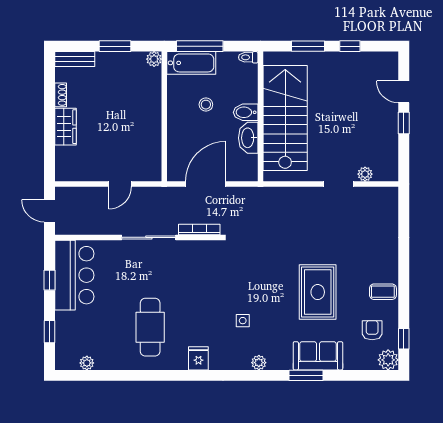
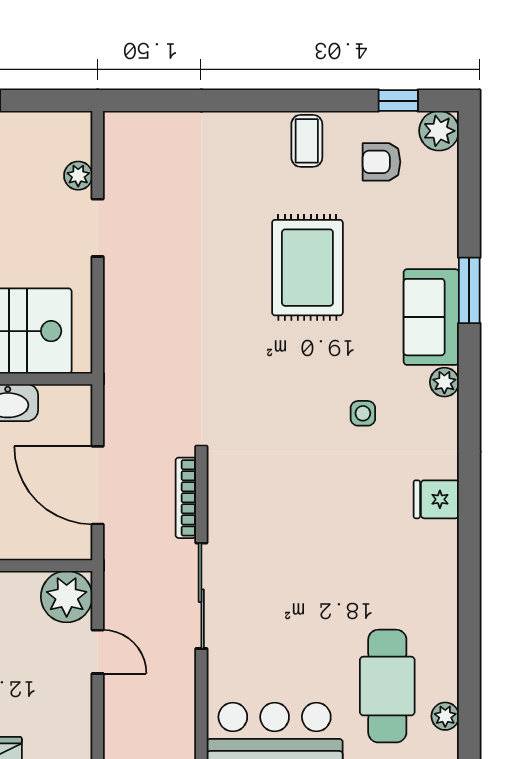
plant: (148, 168) -> (67, 597), added
rug: (318, 292) -> (307, 268), turned 90
cafe table: (150, 327) -> (387, 686), moved, turned 90
sofa: (318, 356) -> (431, 317), moved

